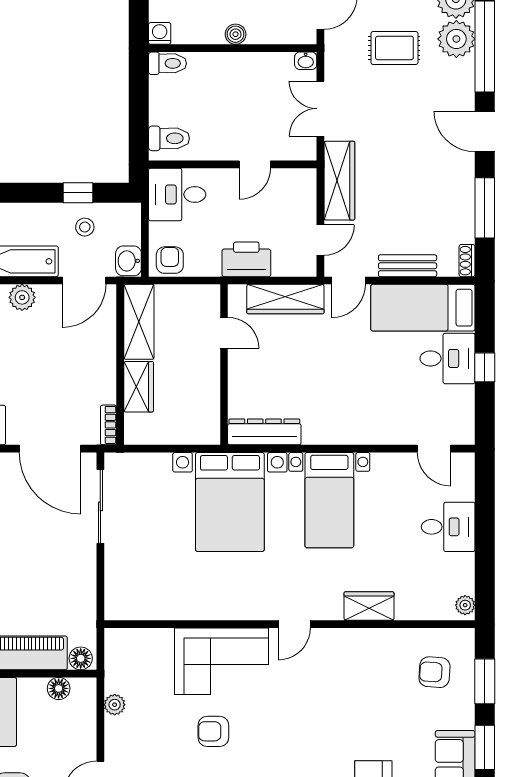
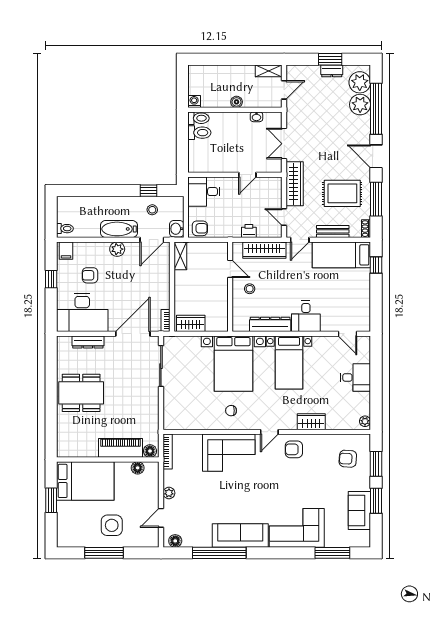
rug: (394, 48) -> (342, 193), moved, width x1.36, depth x1.43
washbasin: (306, 61) -> (256, 117), moved
toilet: (169, 138) -> (199, 133), moved
door: (320, 240) -> (284, 217), swing flipped
printer: (246, 259) -> (249, 231), width x0.53, depth x0.68
armchair: (170, 260) -> (200, 228), turned 90
shelving: (139, 322) -> (180, 256), width x0.67, depth x0.75
desk: (448, 358) -> (306, 316), moved, turned 90
window: (485, 367) -> (376, 265), moved
stool: (259, 368) -> (250, 289), added
wardrobe: (139, 387) -> (191, 323), moved, turned -90
dresser: (264, 432) -> (270, 324), moved
door: (50, 449) -> (133, 334), swing flipped
chair: (226, 586) -> (231, 411), added
bookcase: (112, 659) -> (168, 452), added
plant: (115, 705) -> (169, 493), moved
armchair: (213, 731) -> (294, 449), moved

